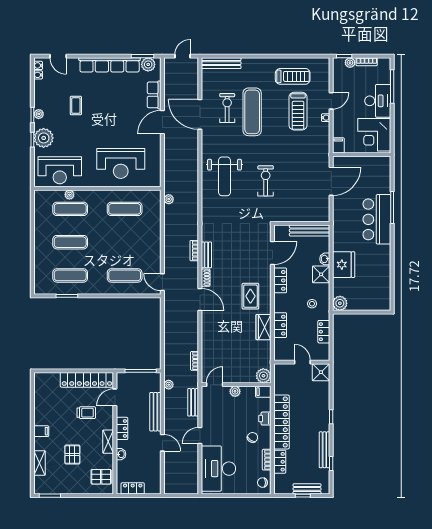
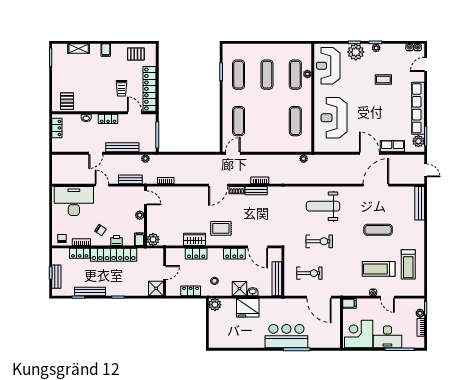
exercise bike: (227, 108) -> (309, 273), moved
exercise mat: (252, 112) -> (378, 230), width x0.73, depth x0.69
shelving: (108, 442) -> (97, 107), removed
pallet: (72, 455) -> (136, 54), moved

